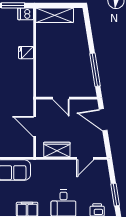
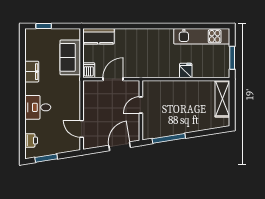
dishwasher: (26, 14) -> (89, 70), moved
wardrobe: (57, 150) -> (90, 101), removed

